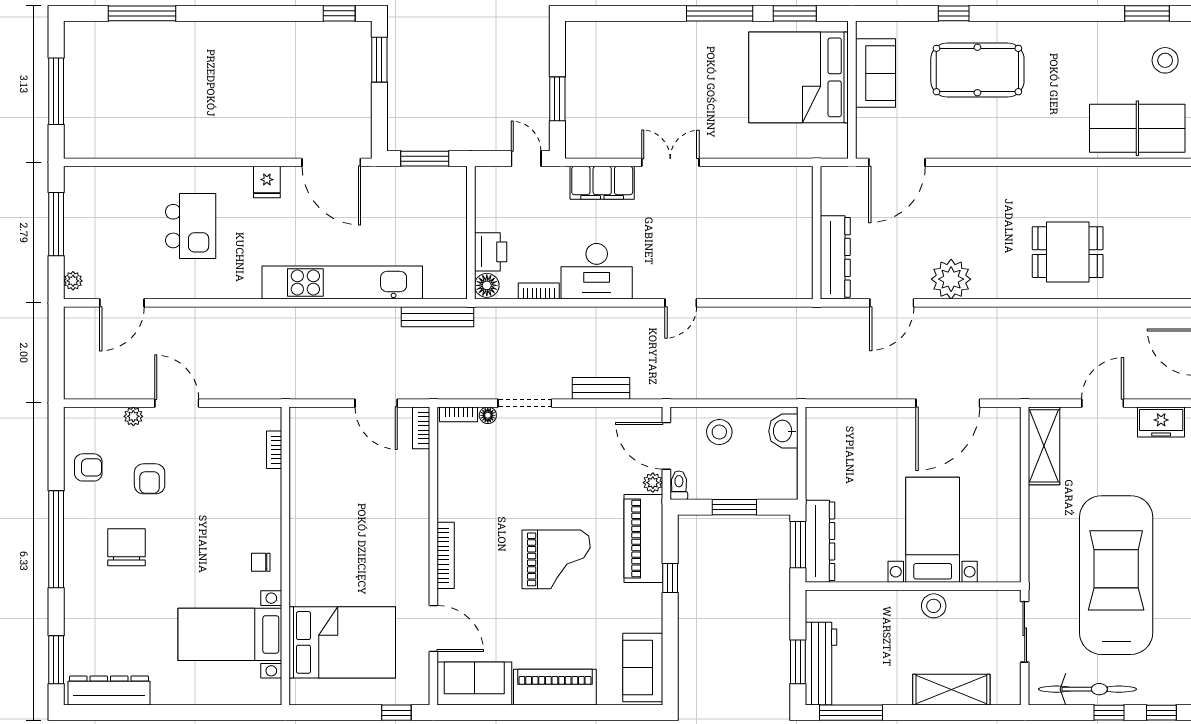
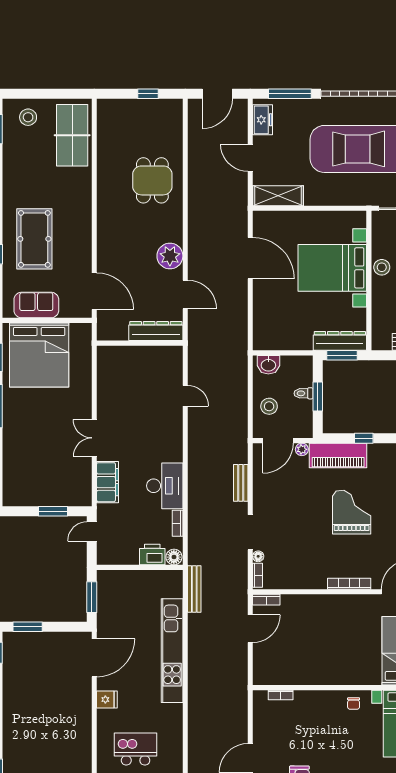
door: (681, 303) -> (185, 396), moved
toilet: (679, 485) -> (304, 393), moved
bed with nightstands: (933, 530) -> (332, 268), width x1.36

